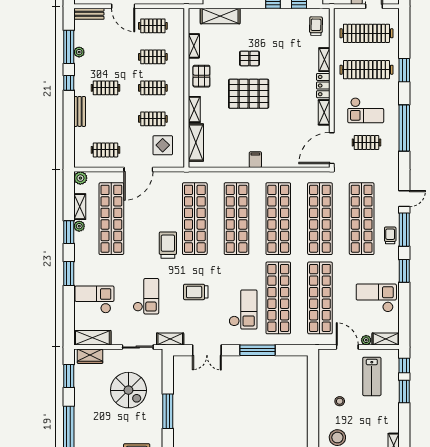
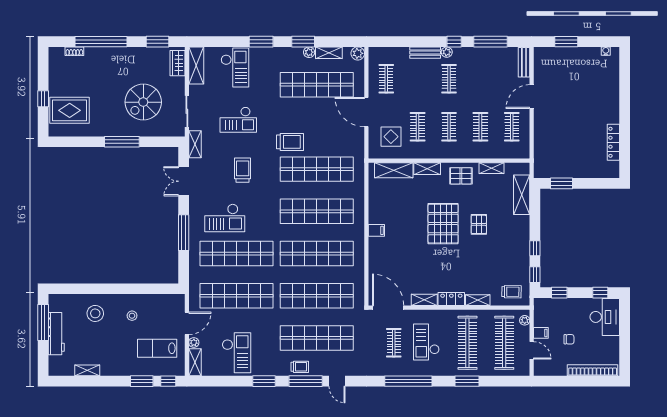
plant: (344, 13) -> (525, 320), added
plant: (79, 52) -> (447, 52), moved

